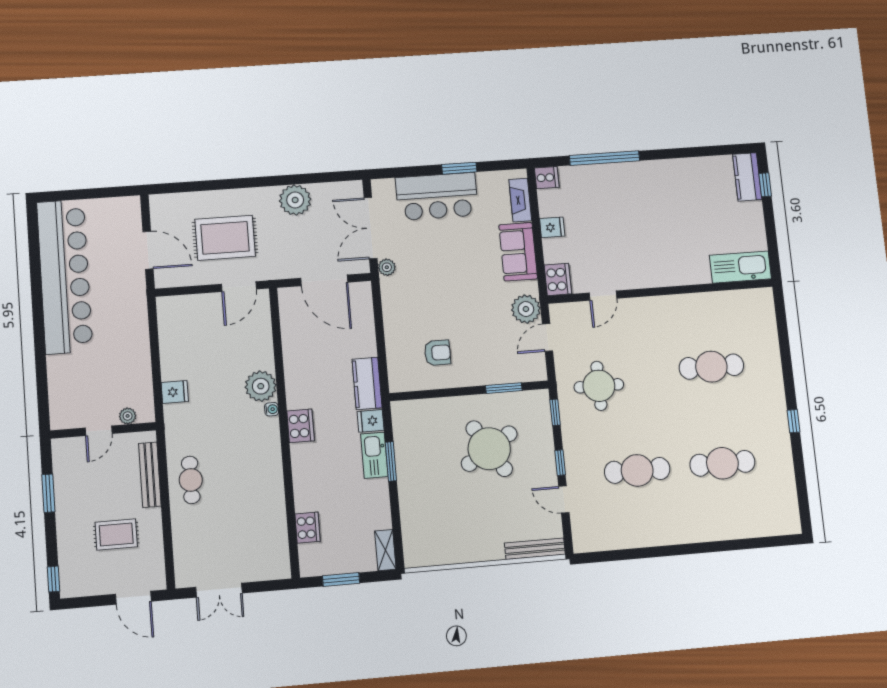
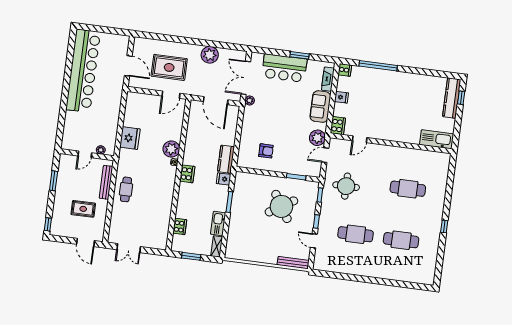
kitchen counter: (747, 177) -> (452, 98), width x1.50
fridge: (175, 392) -> (130, 138), width x1.88, depth x1.34
kitchen sink: (374, 455) -> (218, 223), moved

